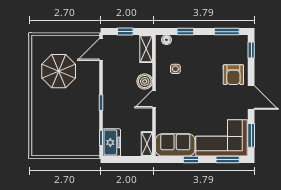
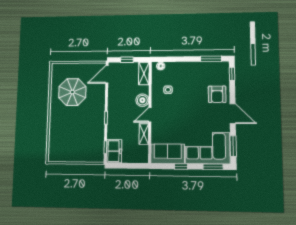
window: (185, 32) -> (176, 59), removed
shelving: (147, 144) -> (144, 134), moved

